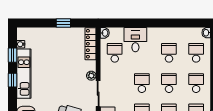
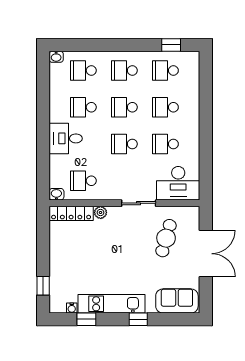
window: (63, 23) -> (43, 286), moved
desk: (135, 40) -> (66, 138), moved
plant: (91, 76) -> (101, 212), moved
window: (12, 80) -> (138, 319), moved

